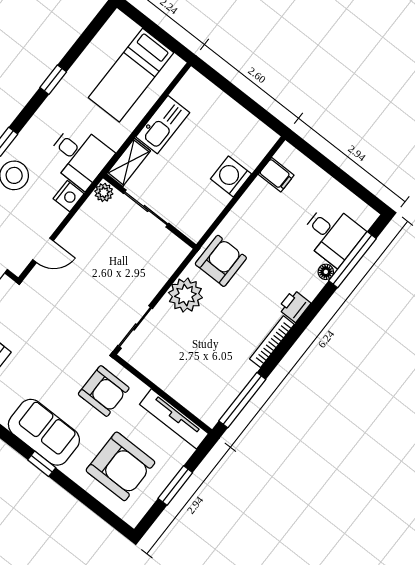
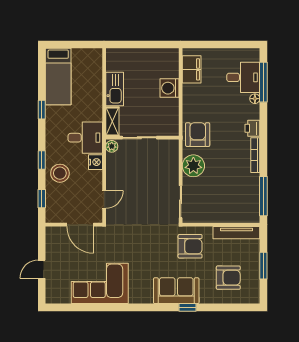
bed: (131, 75) -> (58, 77), moved
filing cabinet: (276, 175) -> (192, 69), width x2.00
armchair: (120, 466) -> (228, 278), width x0.73, depth x0.73

